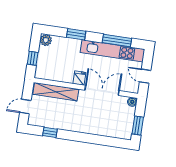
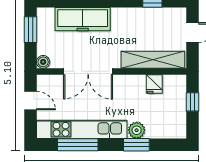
plant: (46, 40) -> (137, 130), moved
fridge: (79, 78) -> (154, 84), moved
freezer: (100, 127) -> (83, 19), added

